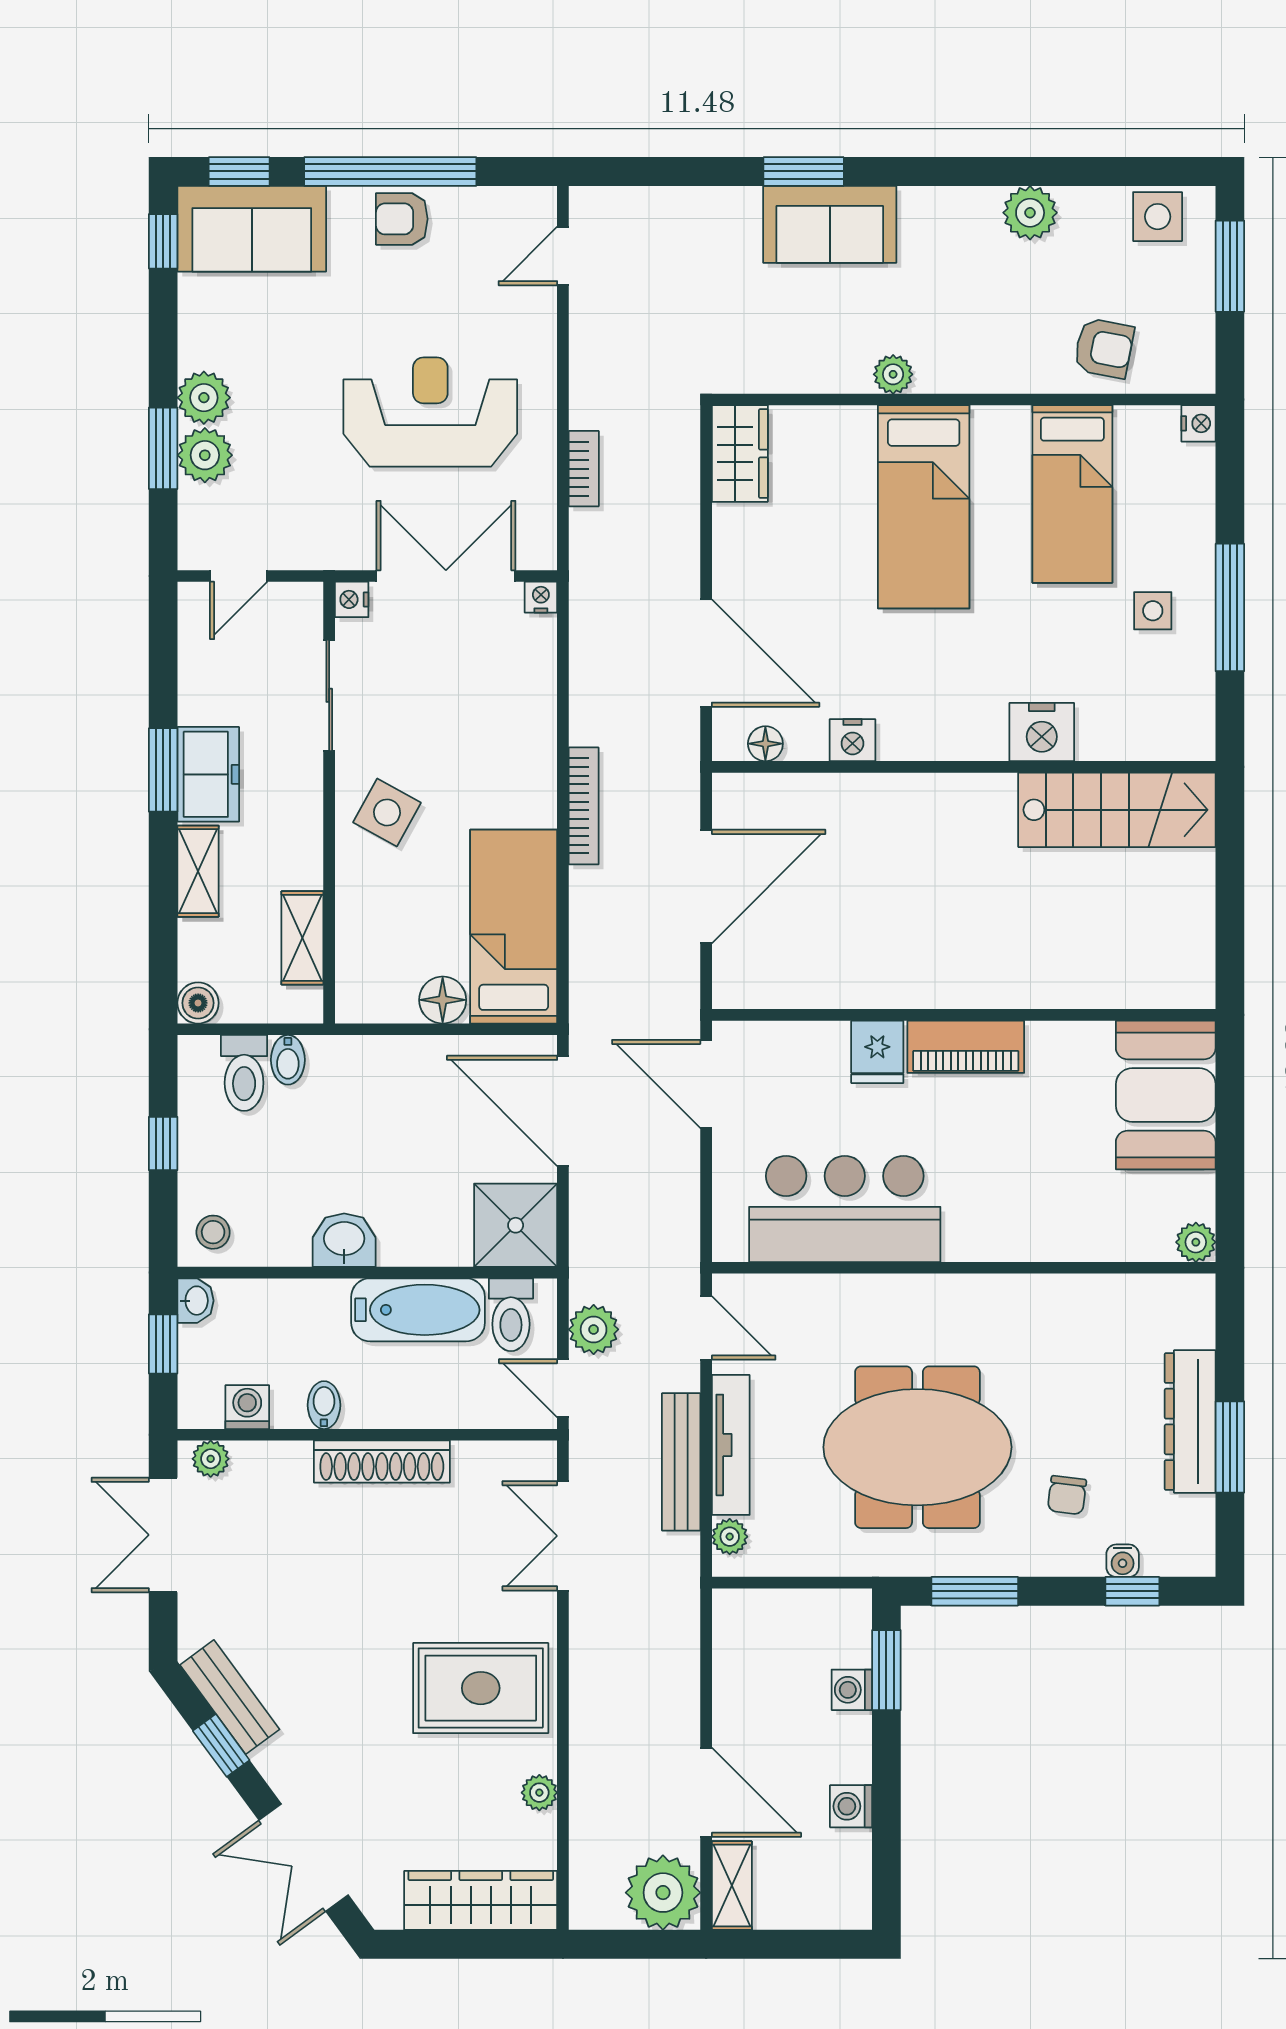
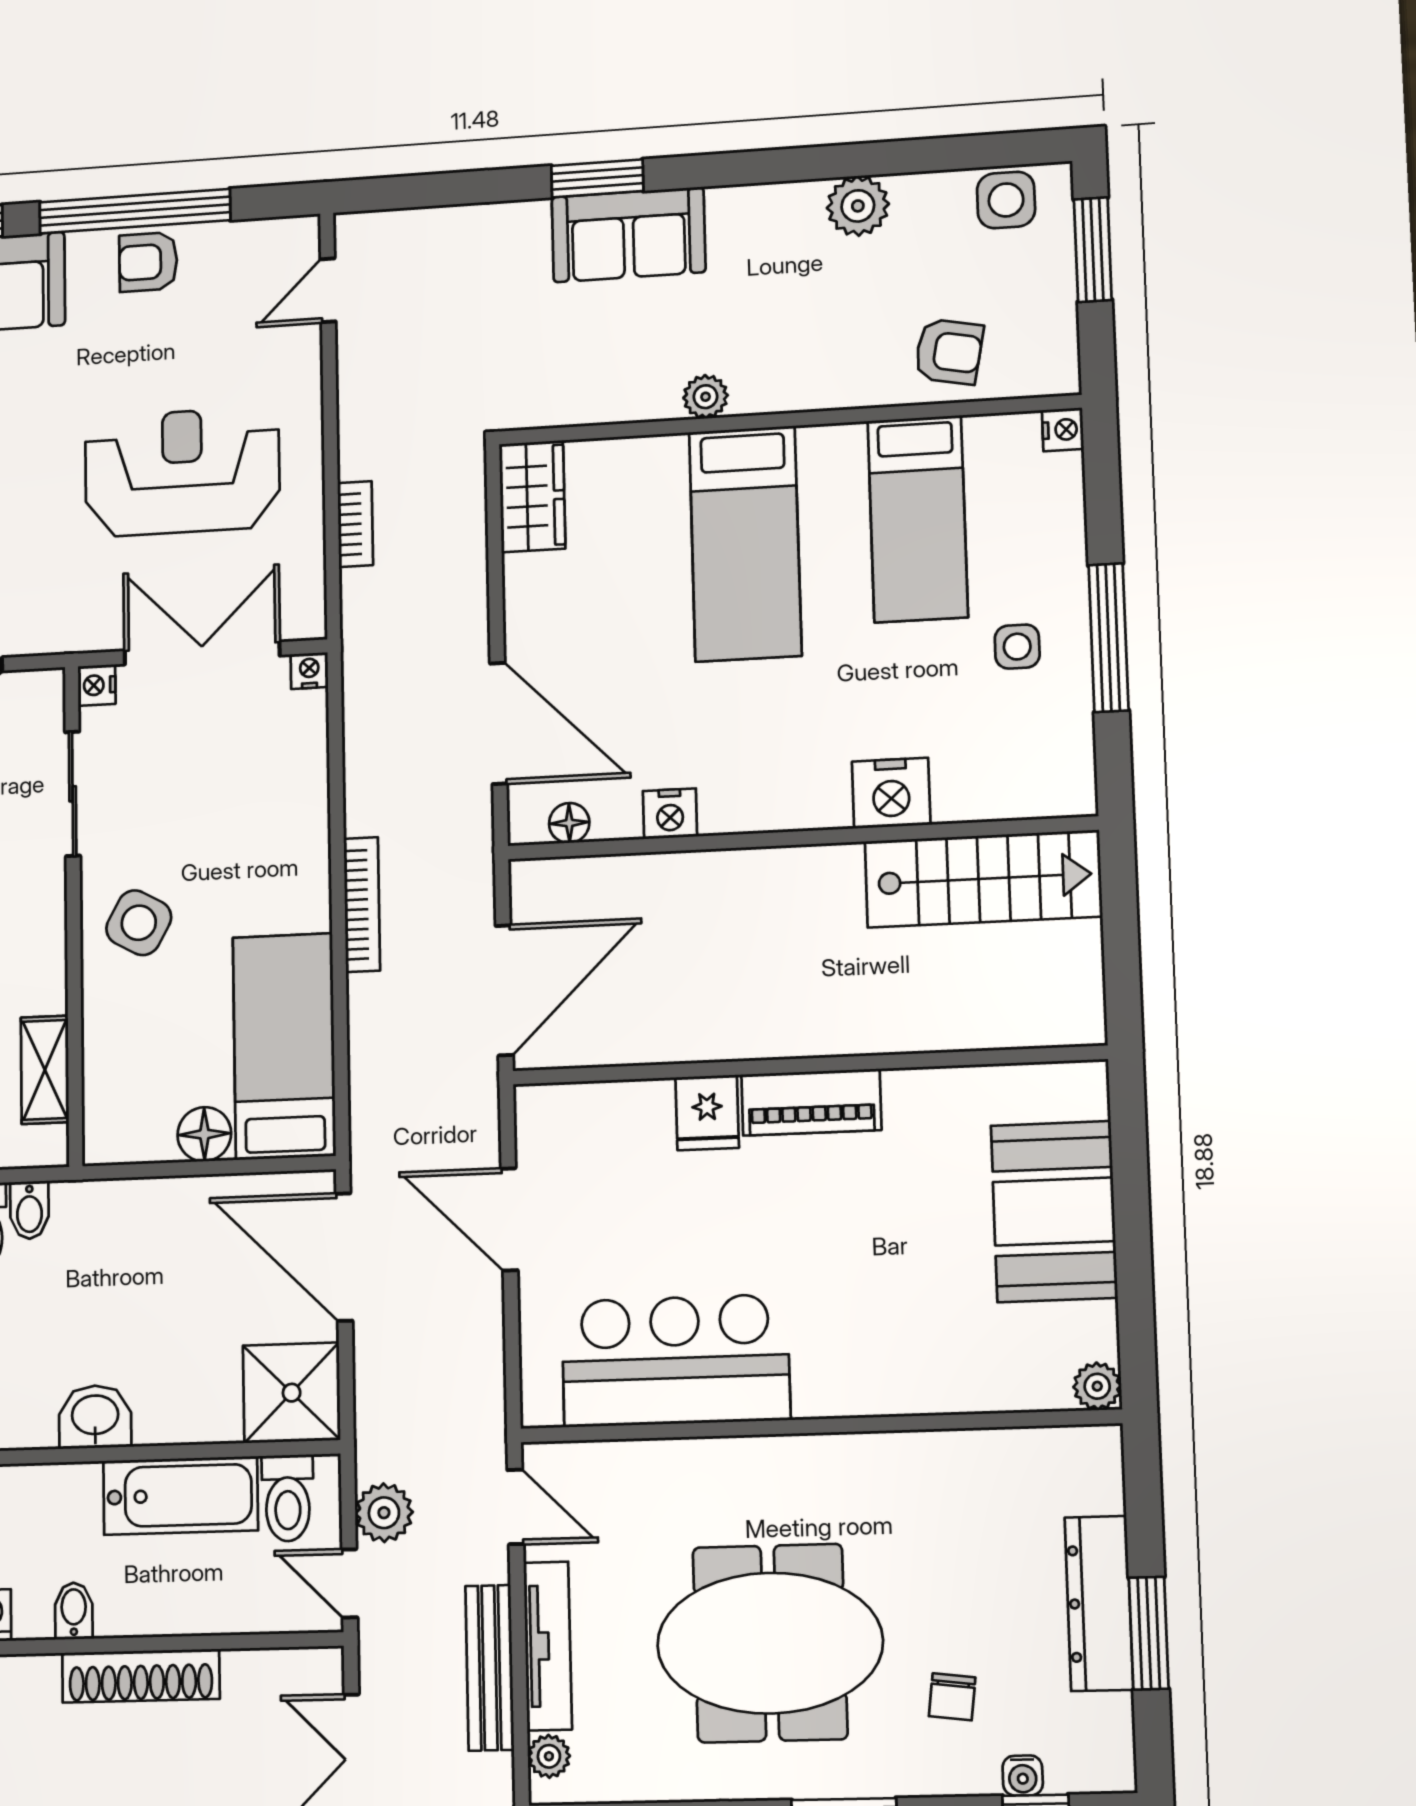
wall: (964, 1015) -> (808, 1065), moved
piano: (966, 1047) -> (811, 1102), moved
fridge: (877, 1052) -> (707, 1113), moved

